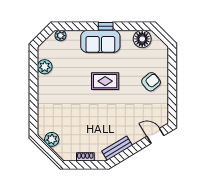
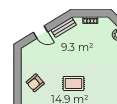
door: (155, 136) -> (41, 32), moved

